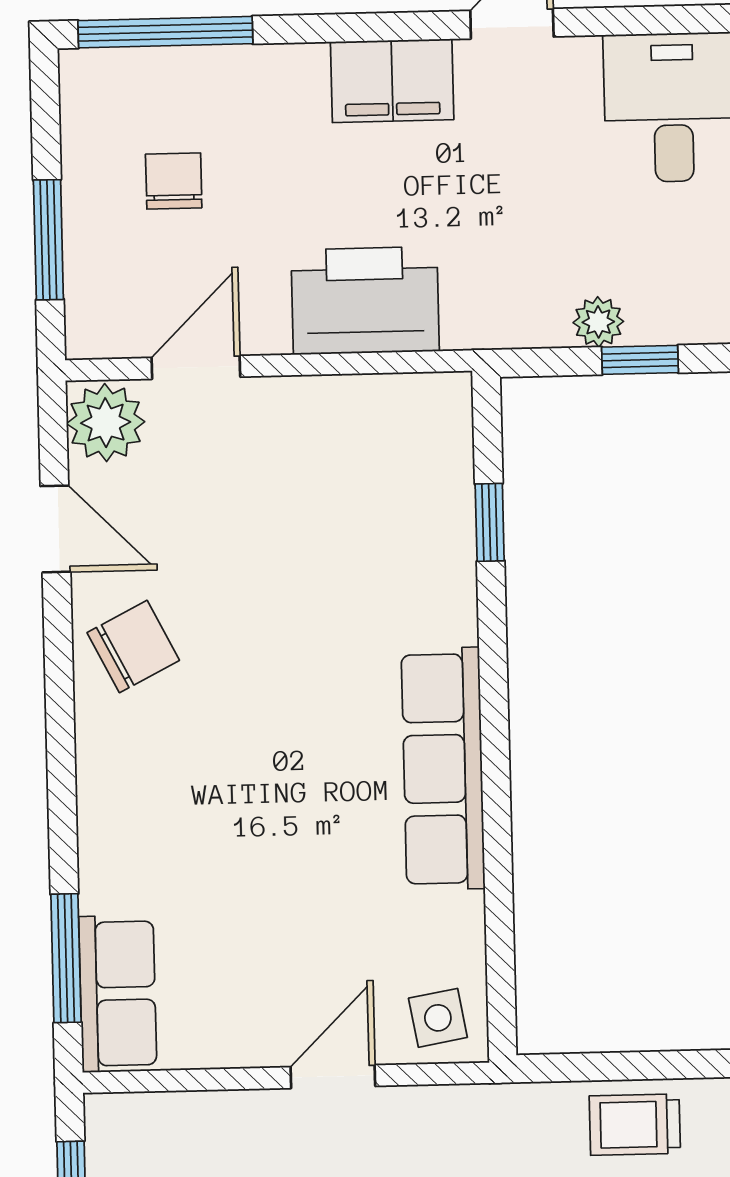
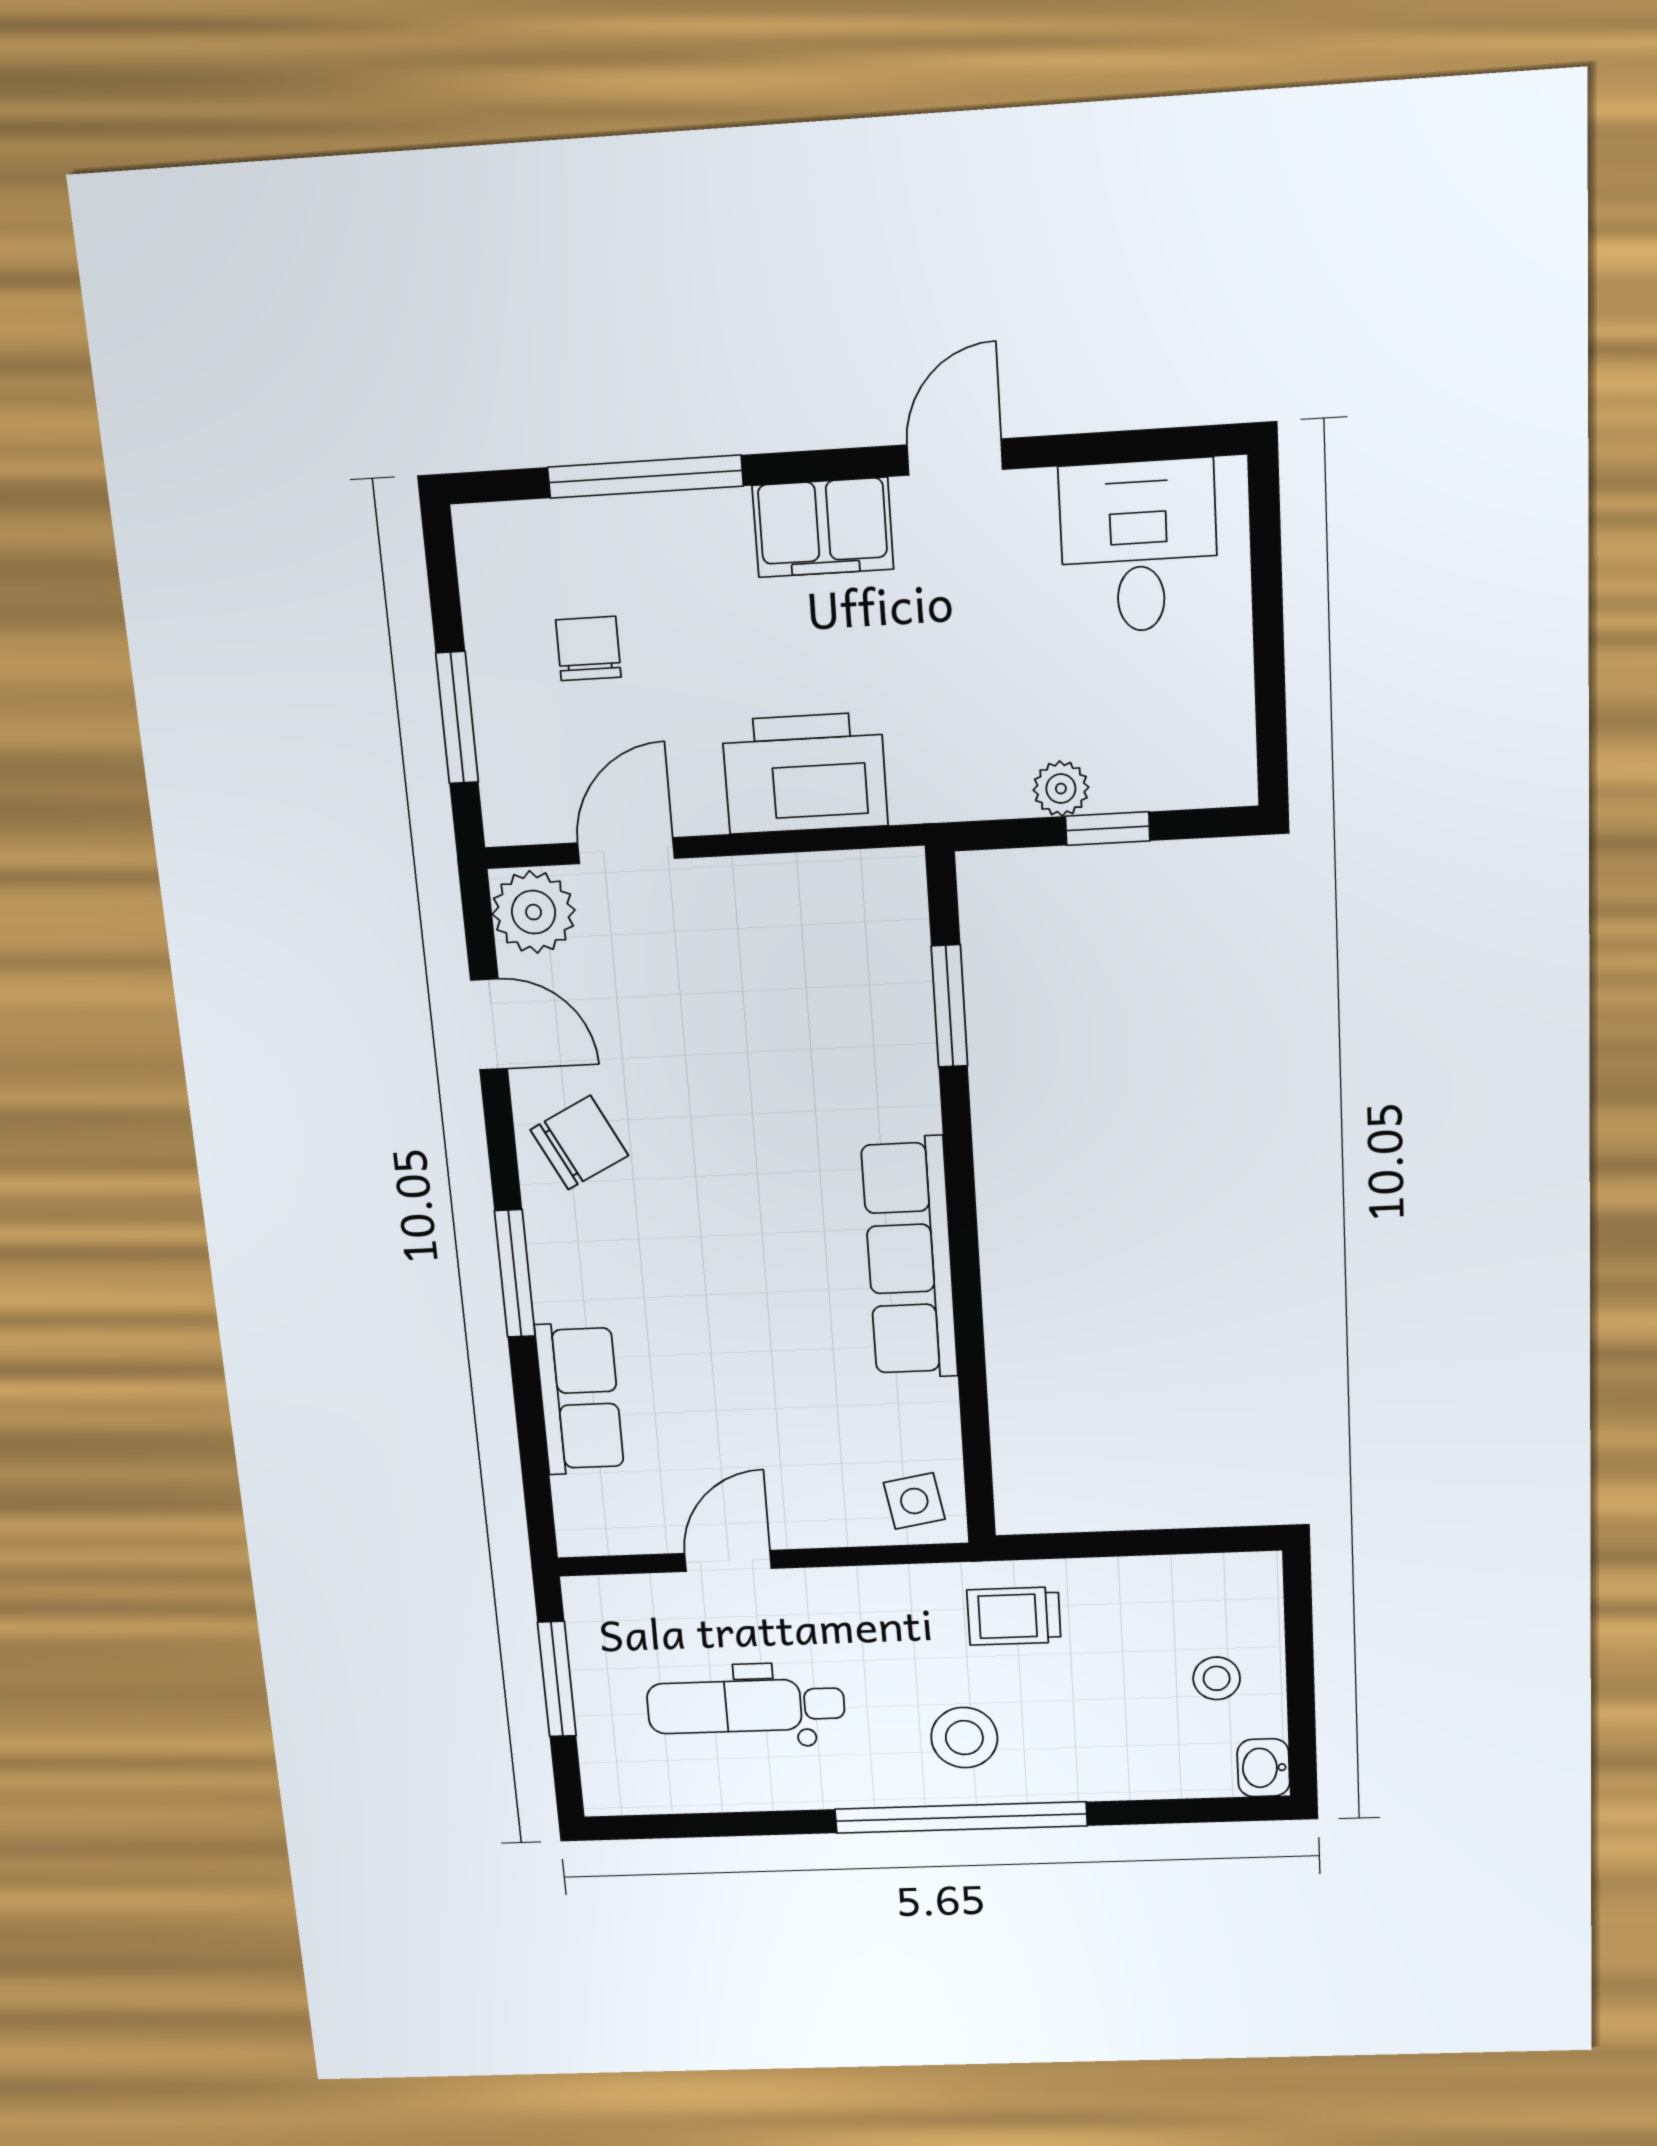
window: (165, 32) -> (645, 477), moved
window: (490, 522) -> (949, 1006), width x1.50
window: (66, 958) -> (515, 1274), moved
row of seats: (118, 994) -> (580, 1399), moved
door: (333, 1077) -> (728, 1561), moved
trolley: (635, 1125) -> (1014, 1616), moved

